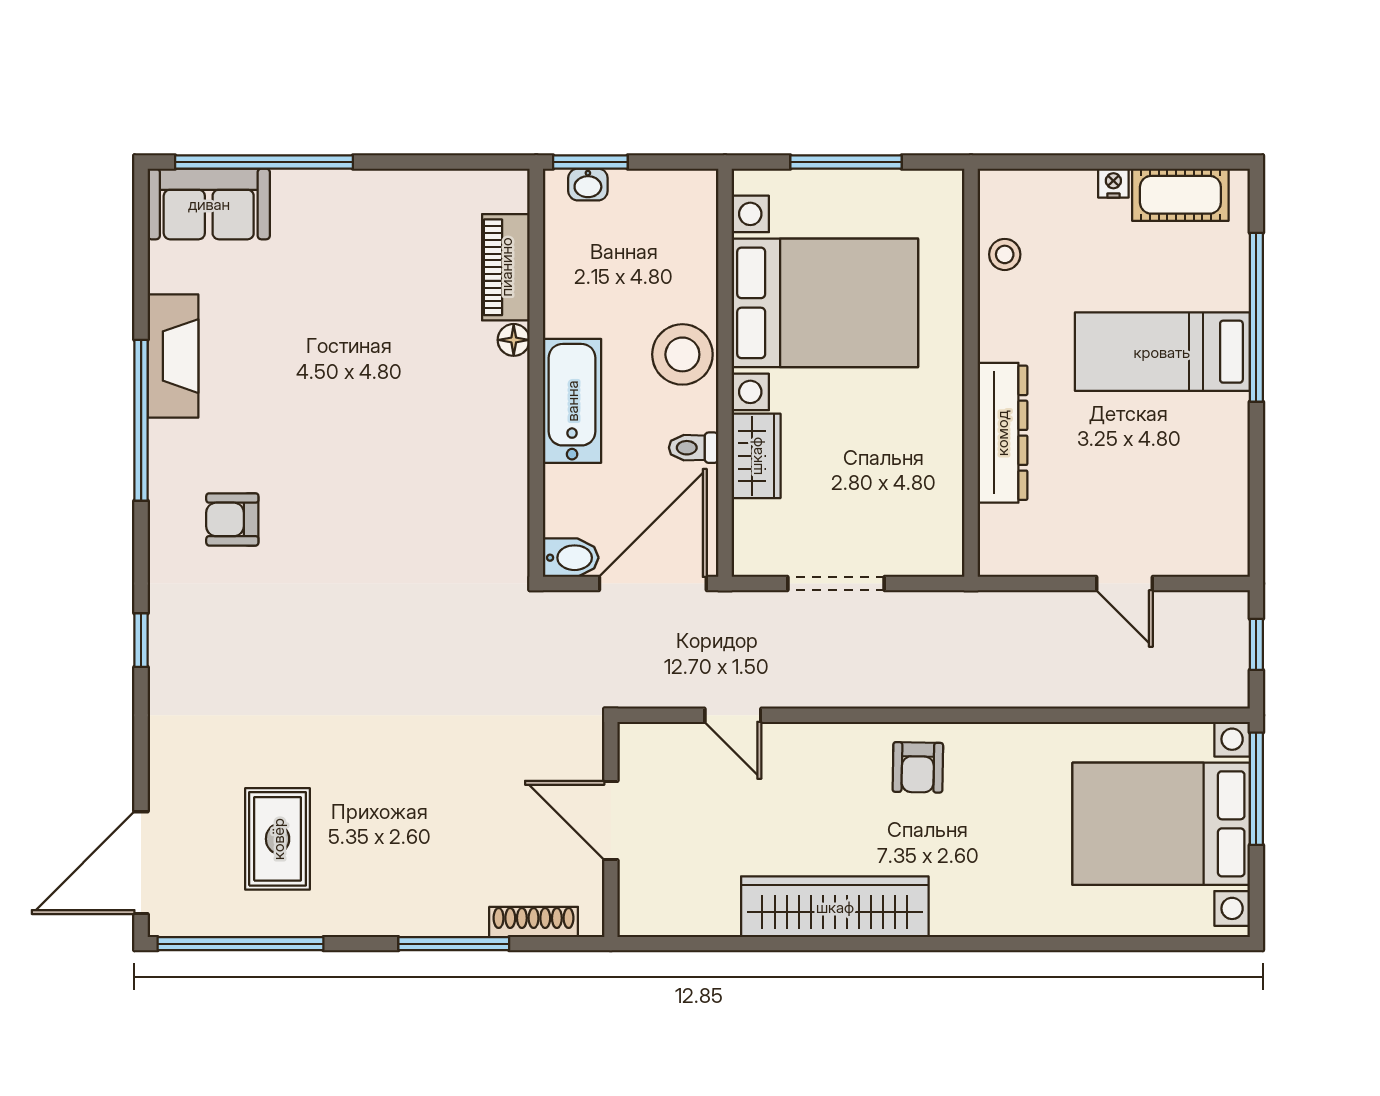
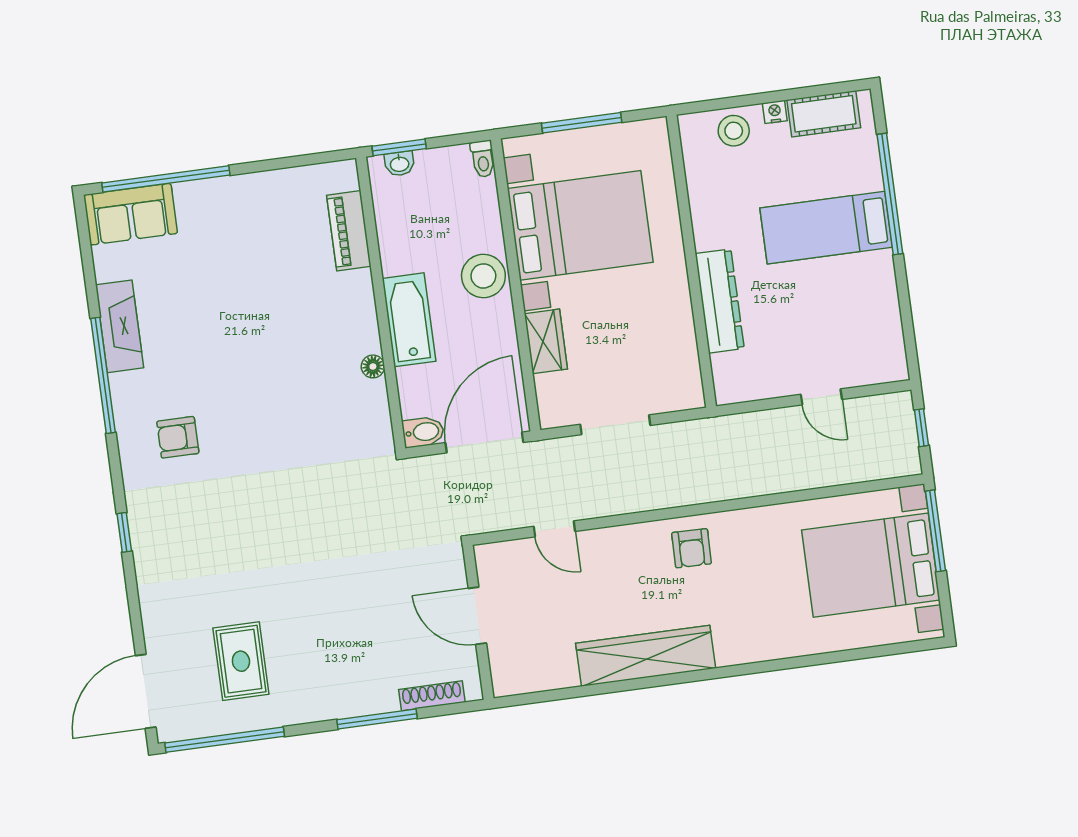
stool: (1005, 254) -> (734, 131), moved, width x1.37, depth x1.37
floor lamp: (514, 340) -> (373, 366), moved
toilet: (694, 448) -> (483, 159), moved, turned -90

